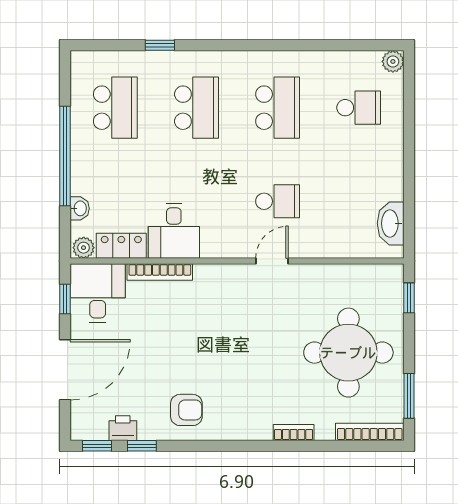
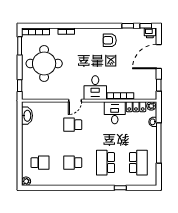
school desk: (115, 108) -> (138, 163), turned 180
school desk: (278, 108) -> (73, 163), width x0.54
school desk: (359, 108) -> (40, 163), turned 180
desk: (98, 293) -> (95, 88), moved
printer: (123, 428) -> (150, 33), moved

